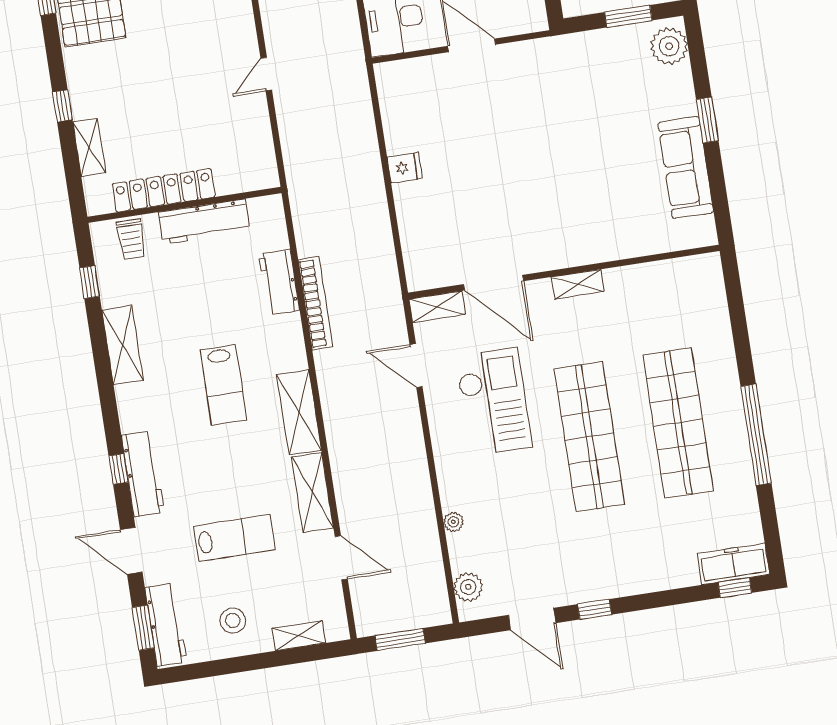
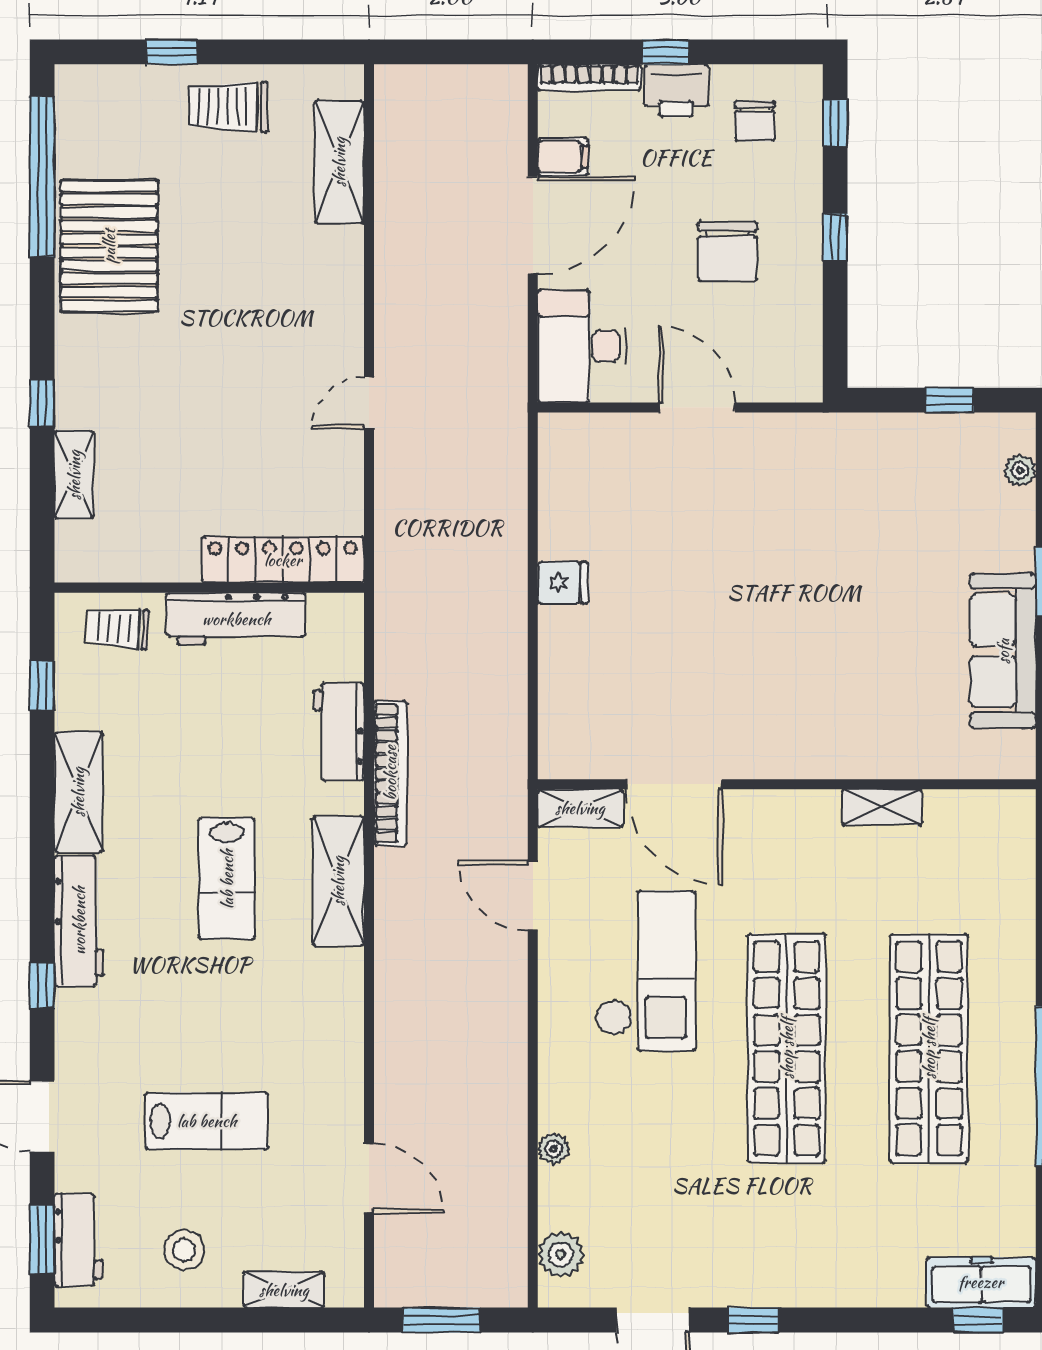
window: (628, 16) -> (950, 400), width x0.67
plant: (669, 46) -> (1020, 470), width x0.53, depth x0.53
locker: (164, 190) -> (283, 560), moved
trolley: (131, 239) -> (118, 628), turned 94
shelving: (578, 284) -> (882, 807), moved
shelving: (299, 412) -> (338, 881), moved
workbench: (143, 473) -> (79, 921), moved
shelving: (312, 493) -> (340, 1069), removed
workbench: (166, 625) -> (78, 1240), width x0.73

